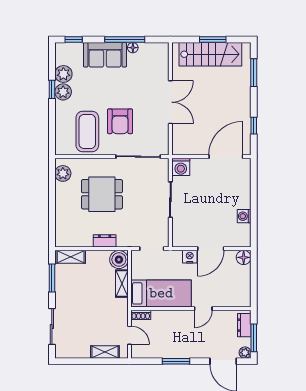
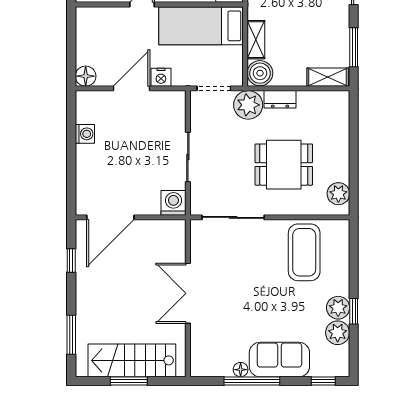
armchair: (120, 121) -> (258, 267), removed
plant: (127, 237) -> (248, 105), added

